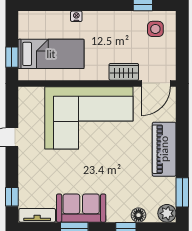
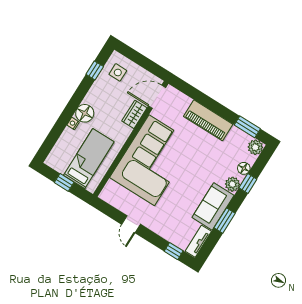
floor lamp: (94, 22) -> (85, 113), added
window: (12, 57) -> (64, 182), moved
door: (156, 83) -> (157, 97), swing flipped
plant: (116, 214) -> (232, 184), added

